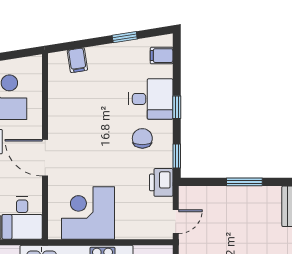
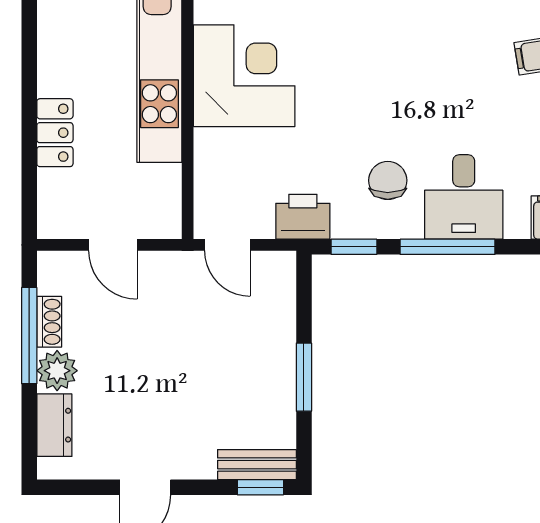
window: (177, 107) -> (448, 247), width x2.17
chair: (142, 138) -> (388, 180), turned -90

